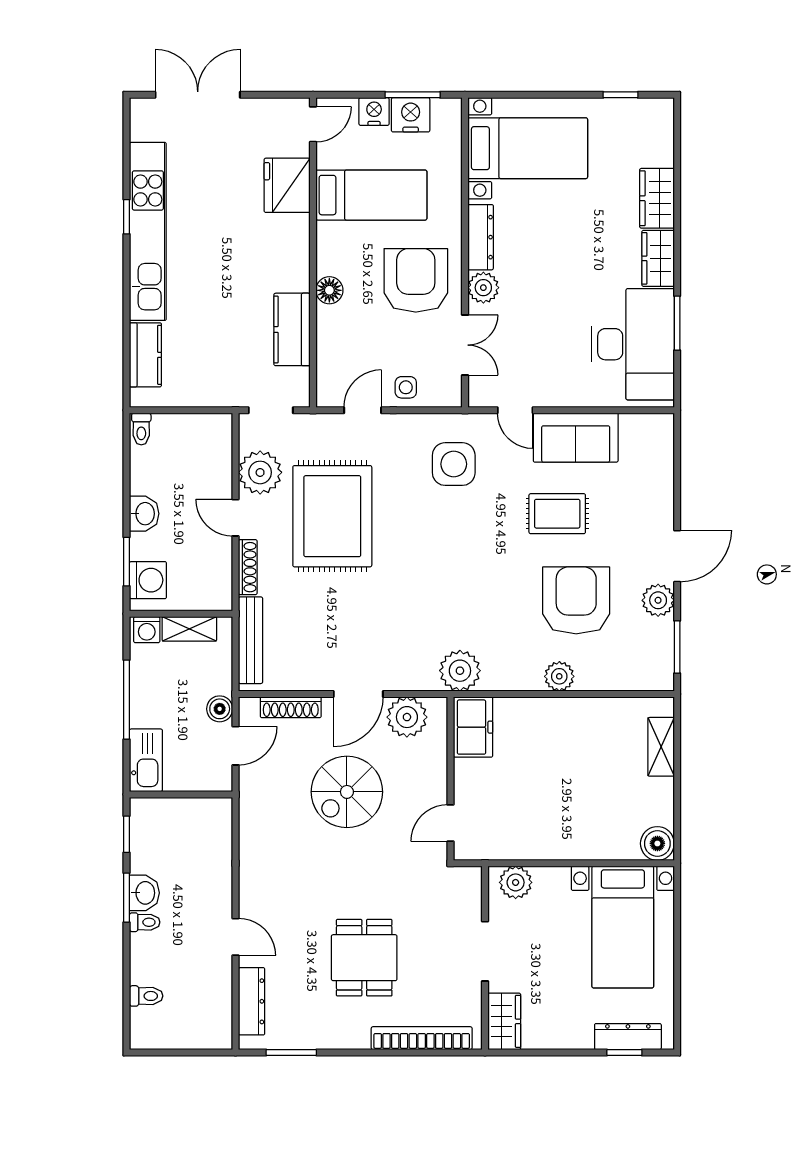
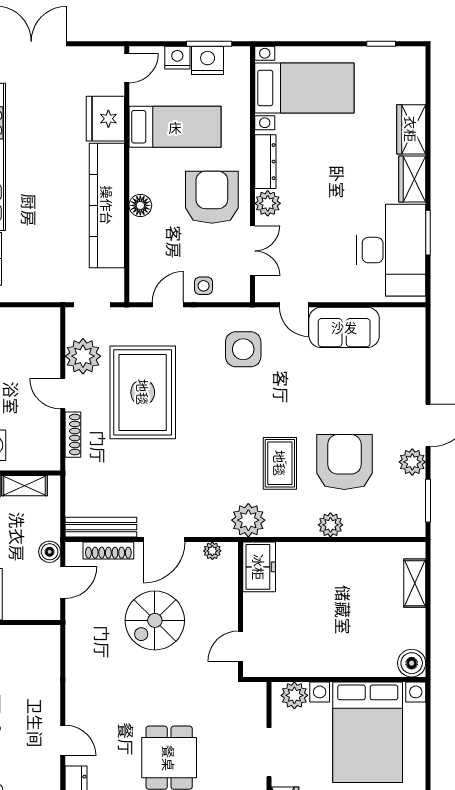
kitchen counter: (292, 329) -> (107, 205), width x2.08, depth x1.17
rug: (557, 514) -> (280, 463), moved, turned 90
bench: (251, 640) -> (101, 527), moved, turned 90
plant: (407, 717) -> (212, 551), width x0.53, depth x0.53
bed with nightstands: (623, 927) -> (368, 732), width x1.36

